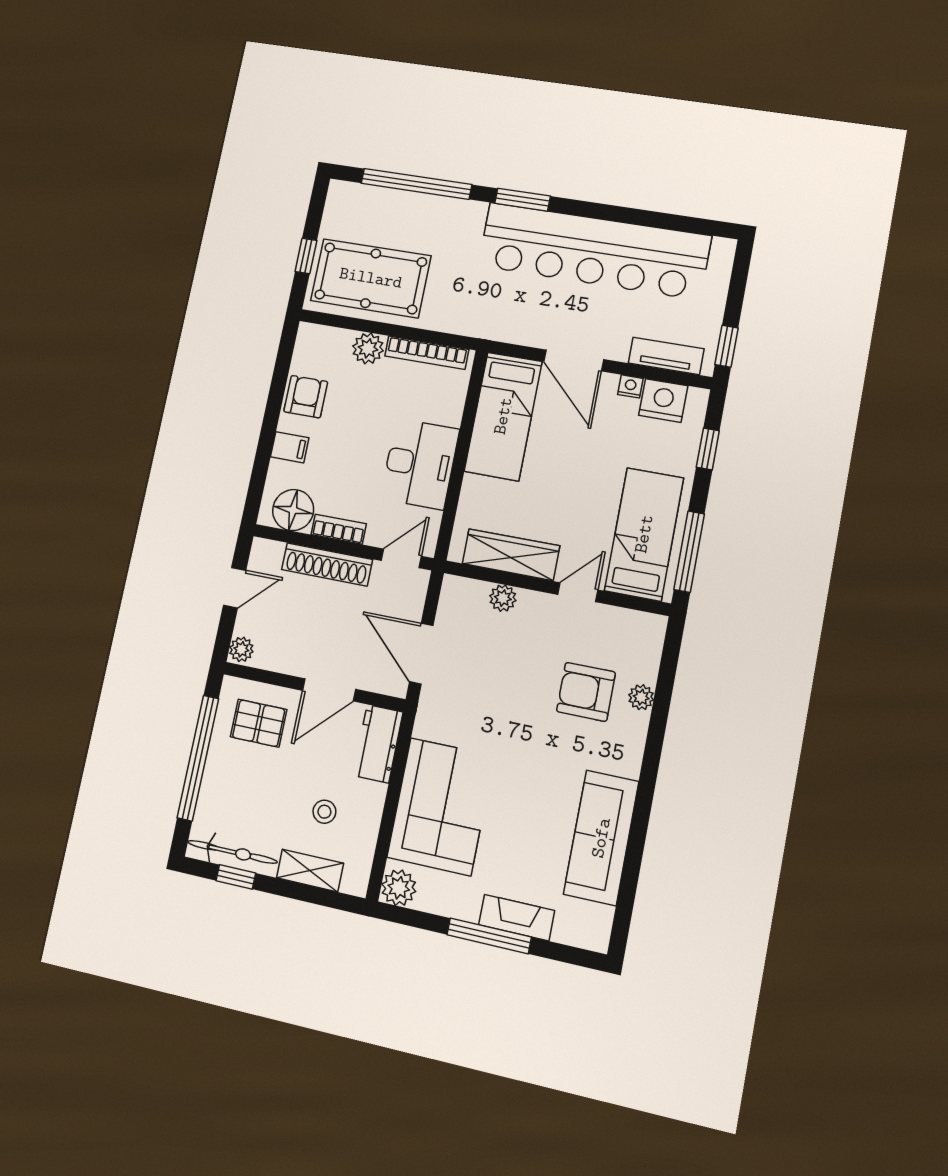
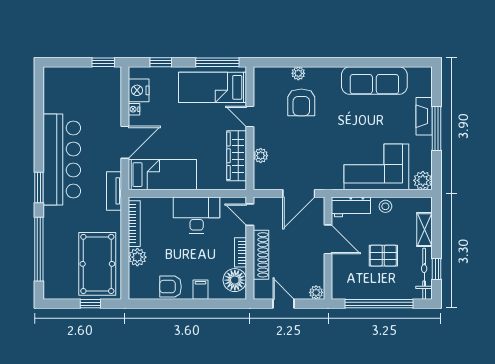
bar counter: (594, 251) -> (62, 159), width x0.73
tv unit: (666, 356) -> (114, 191), moved
pallet: (259, 723) -> (383, 256), moved, turned 90
stool: (324, 812) -> (385, 206), moved

